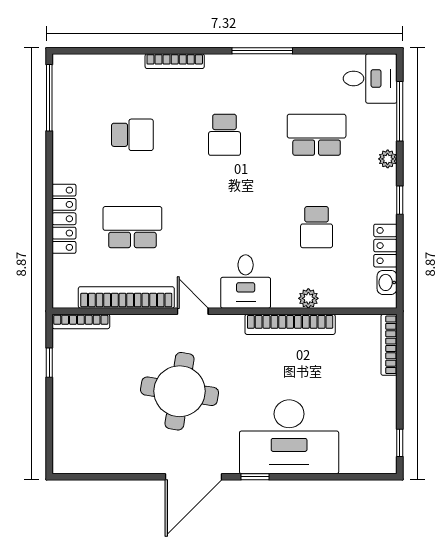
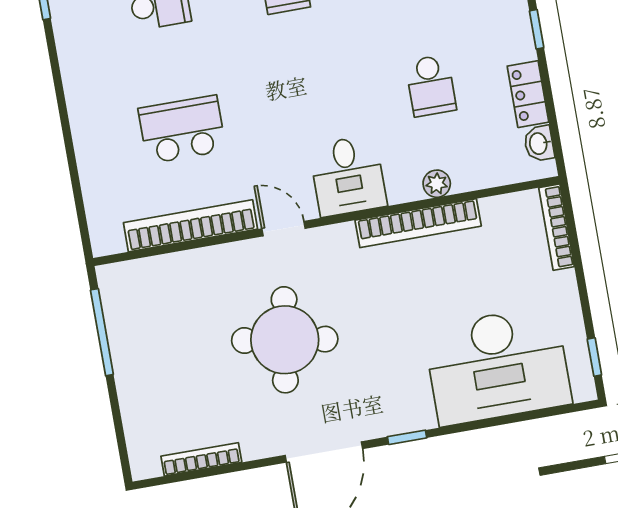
locker: (64, 219) -> (88, 134), removed
bookcase: (81, 321) -> (201, 459), moved, turned 180
window: (49, 363) -> (102, 332), width x2.17
desk: (289, 437) -> (498, 366), moved

